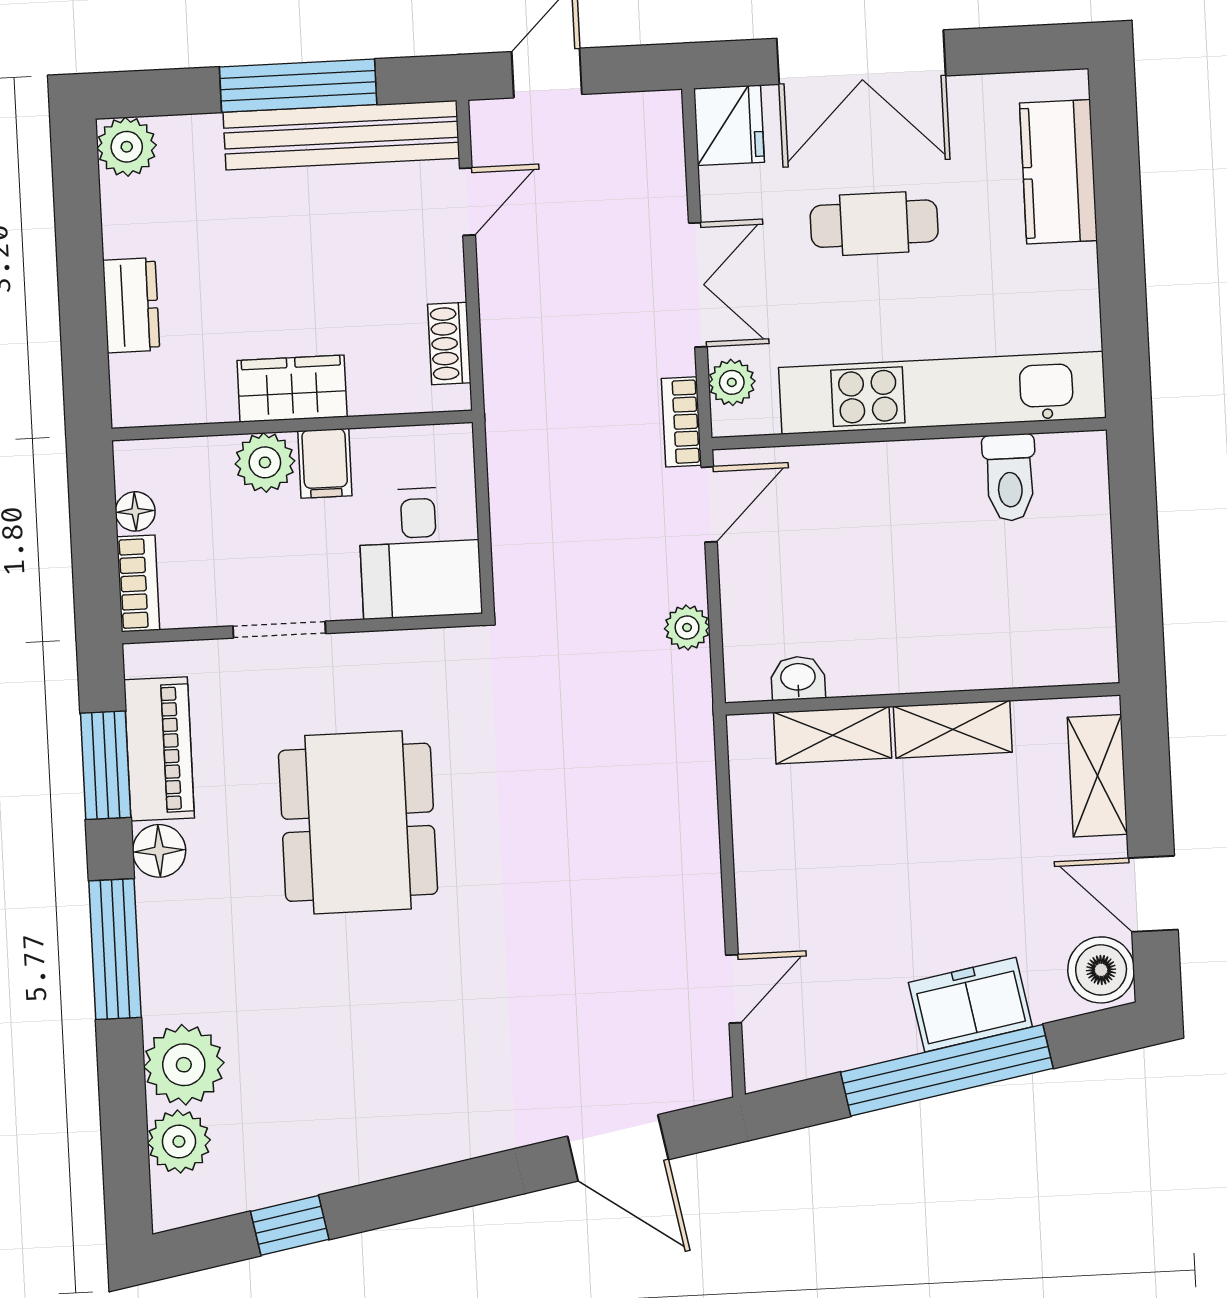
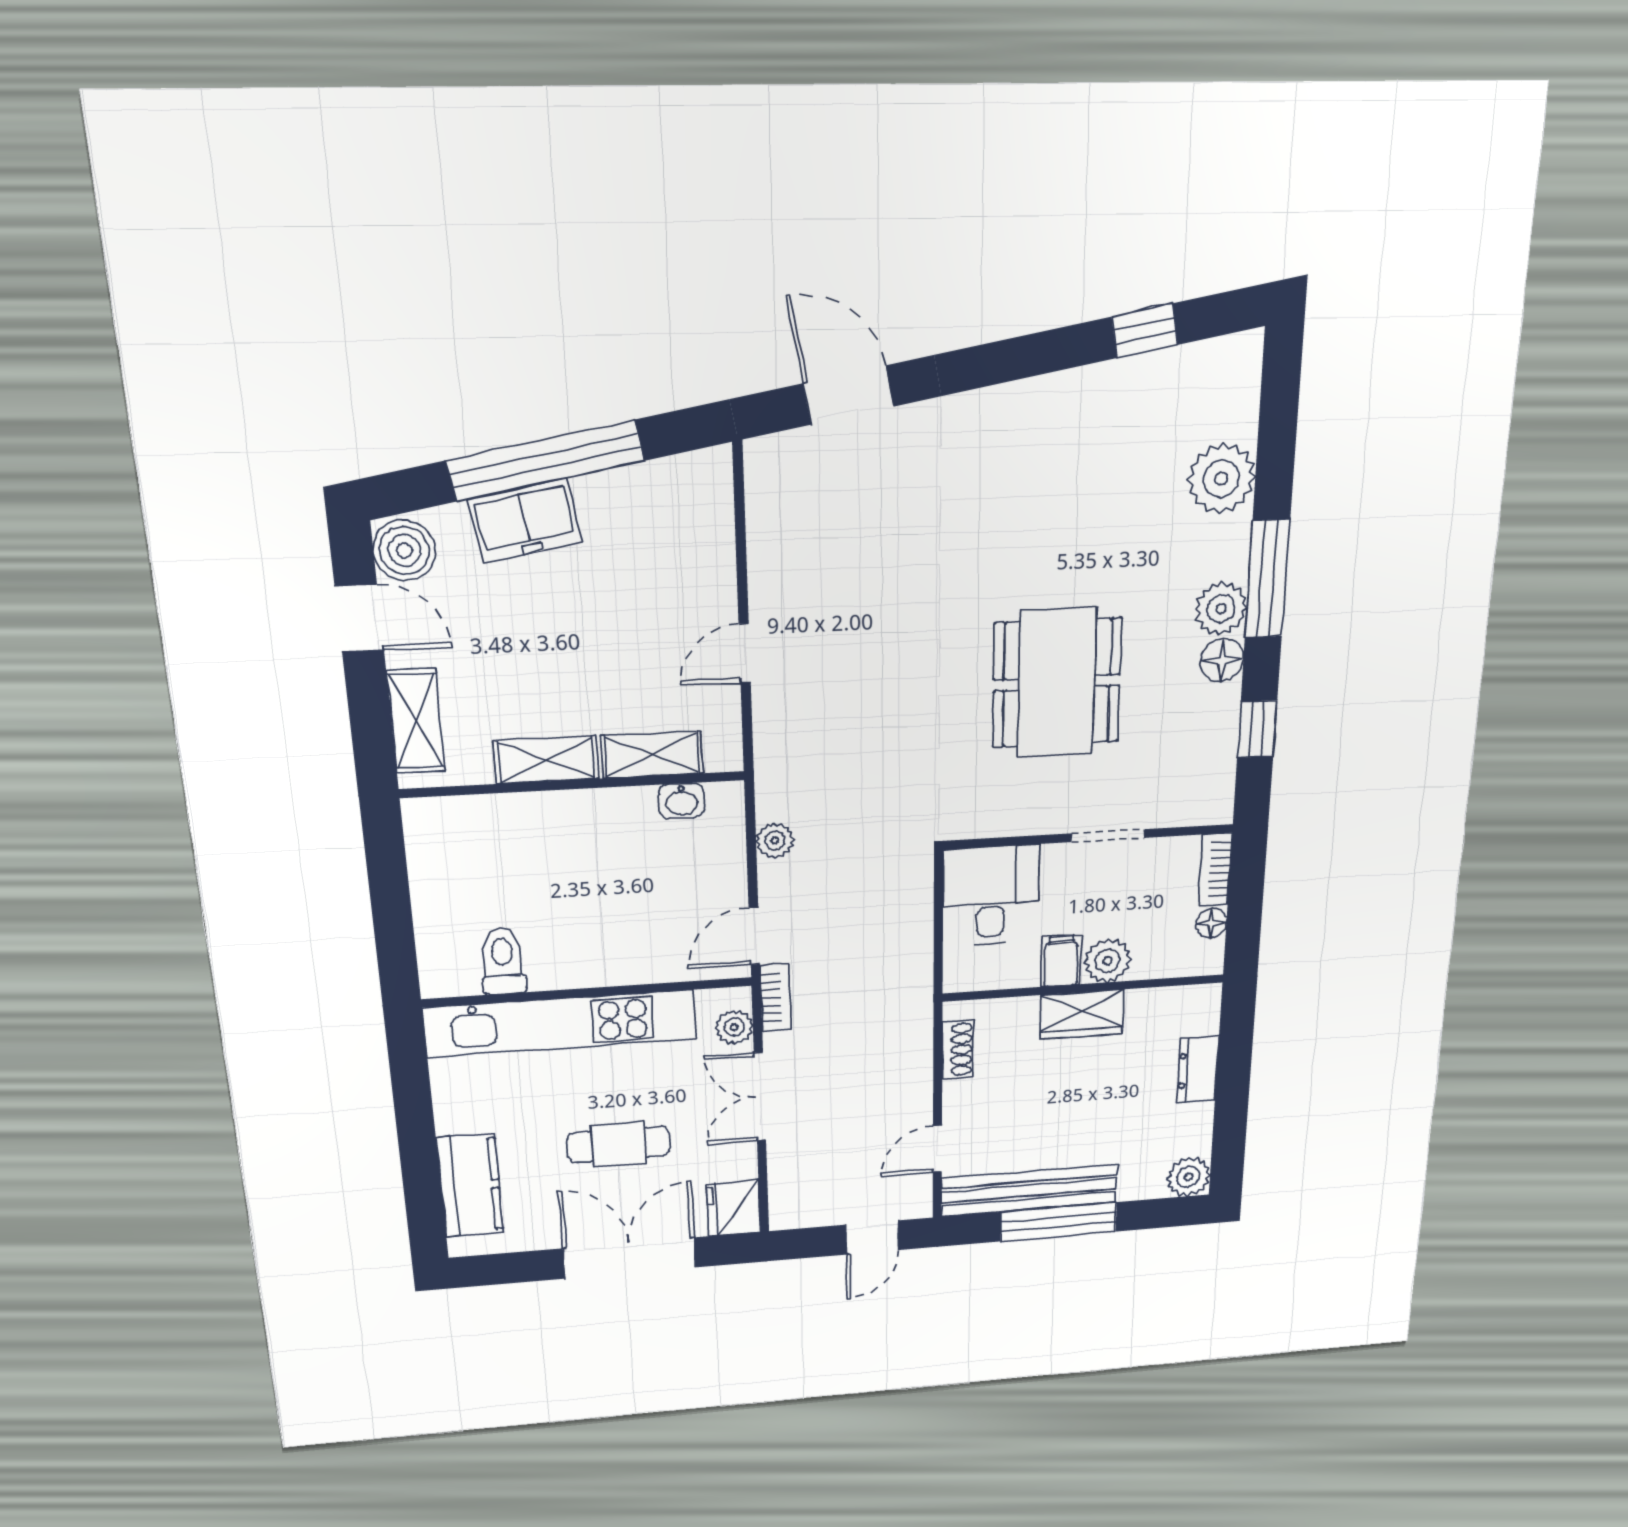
piano: (159, 749) -> (1213, 742), removed
window: (106, 765) -> (1257, 729), width x0.67
door: (734, 989) -> (745, 653), moved
plant: (179, 1142) -> (1221, 609), moved

